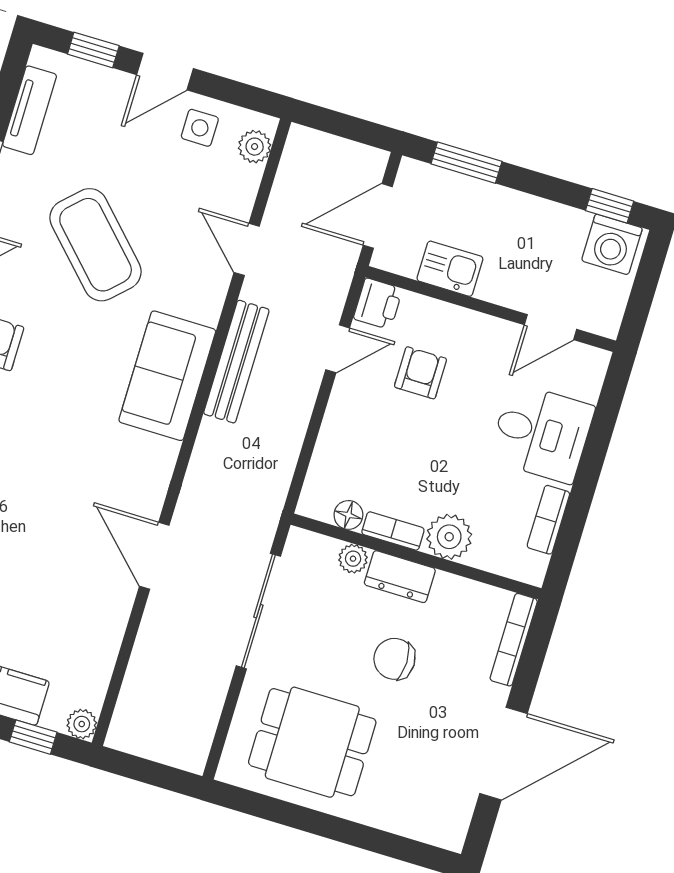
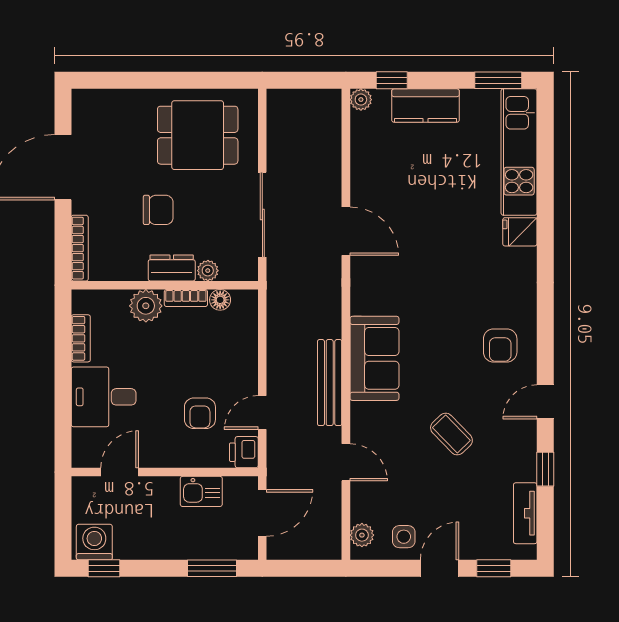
coffee table: (96, 245) -> (451, 434), width x0.54, depth x0.58

